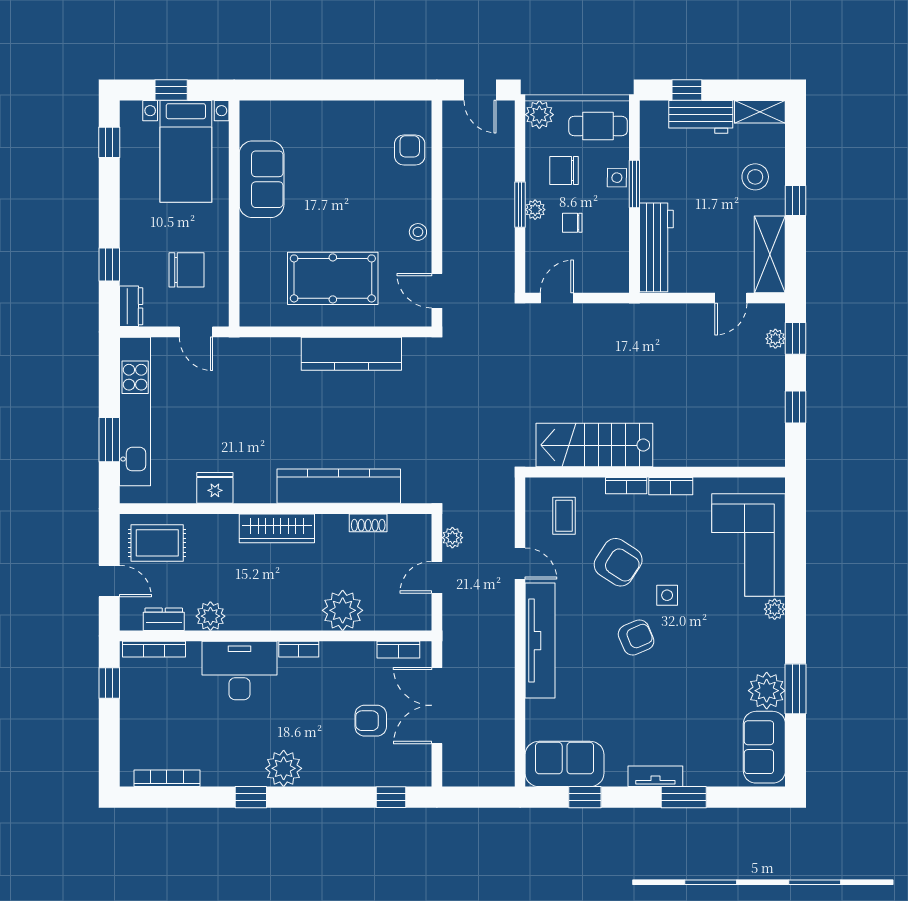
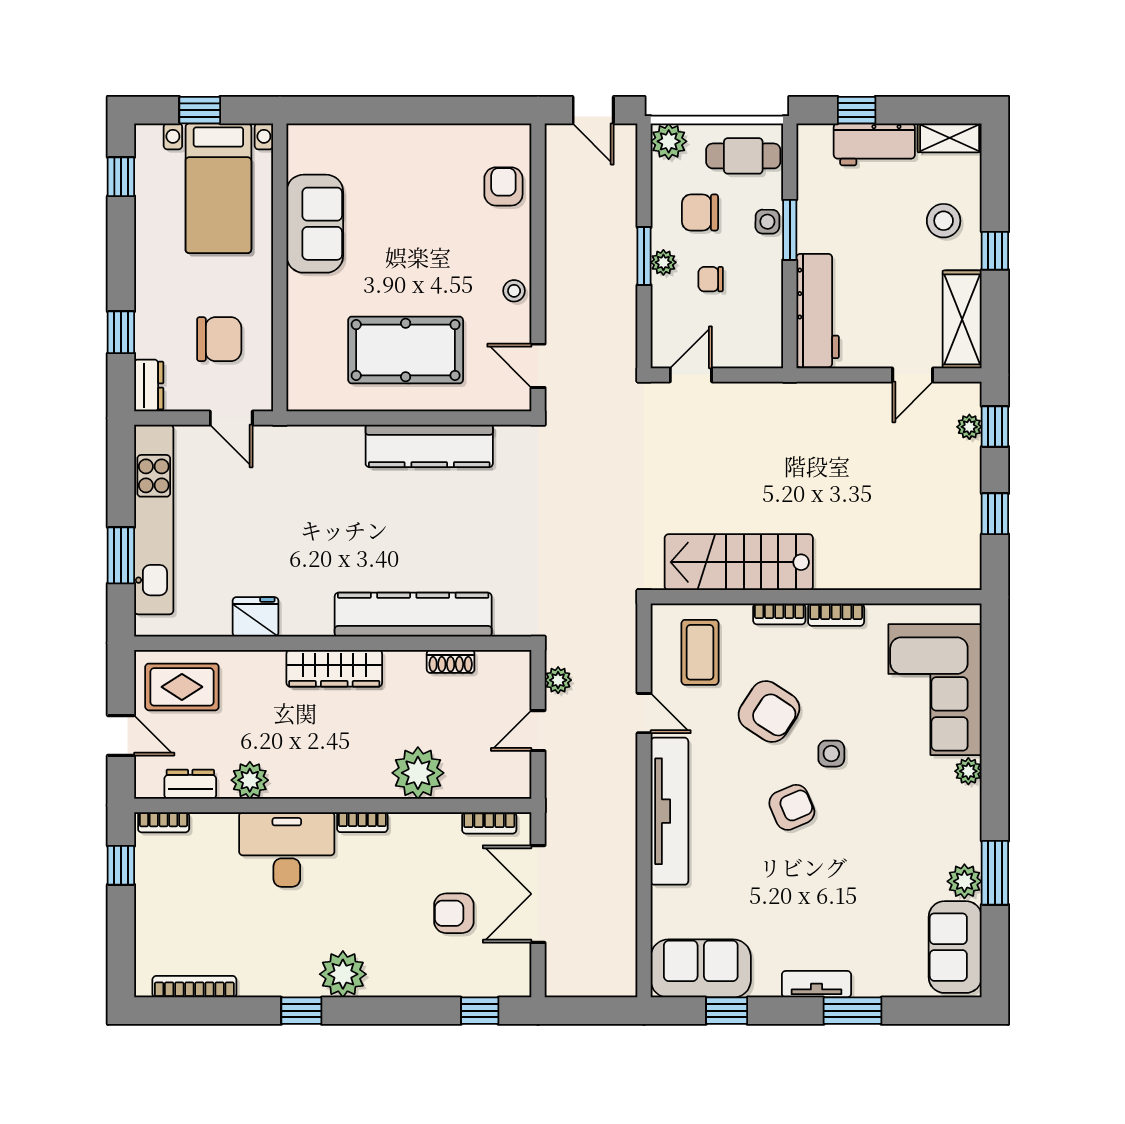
coffee table: (564, 516) -> (700, 652), width x1.36, depth x1.30
bookcase: (154, 649) -> (164, 822), width x0.64
plant: (767, 691) -> (964, 881), width x0.73, depth x0.73

